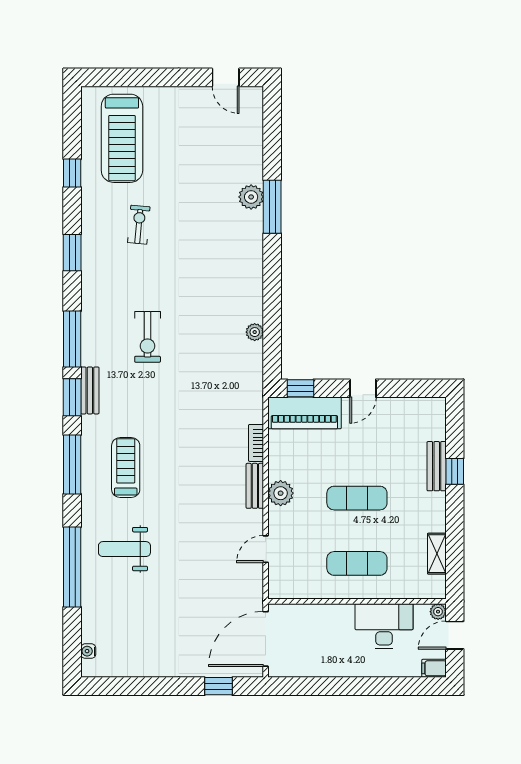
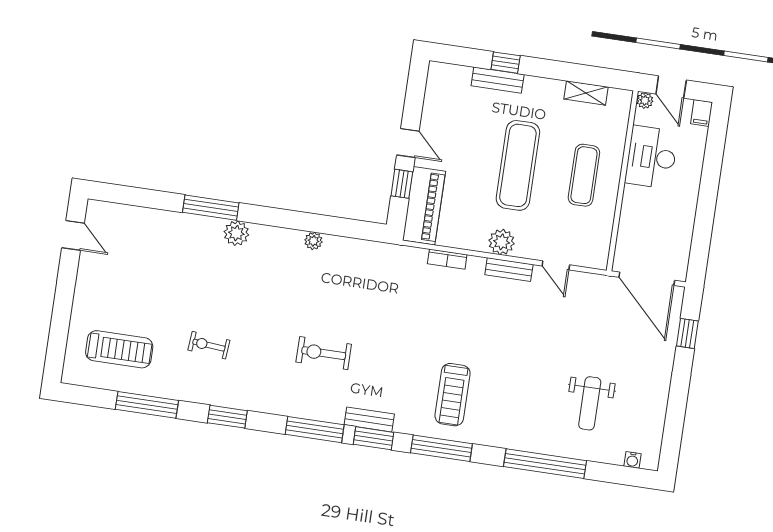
door: (226, 77) -> (73, 235), hinge flipped
treadmill: (122, 138) -> (119, 349), width x0.73, depth x0.73
window: (72, 173) -> (147, 405), width x2.17
plant: (251, 197) -> (236, 233), moved
plant: (255, 332) -> (313, 241), moved
exercise bike: (148, 337) -> (324, 353), turned 180
window: (300, 388) -> (402, 184), moved
treadmill: (126, 468) -> (453, 395), turned -90
bench: (255, 486) -> (509, 270), moved
exercise mat: (357, 498) -> (518, 165), width x1.36, depth x1.45
weight bench: (124, 549) -> (590, 403), moved

